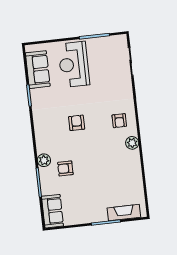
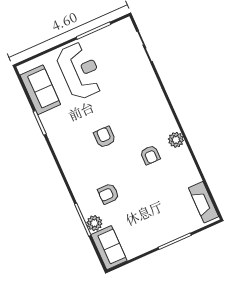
reception desk: (74, 64) -> (80, 71), turned 180
armchair: (119, 121) -> (150, 155), moved
plant: (44, 160) -> (94, 223), moved
fireplace: (124, 213) -> (204, 202), moved, turned -90

